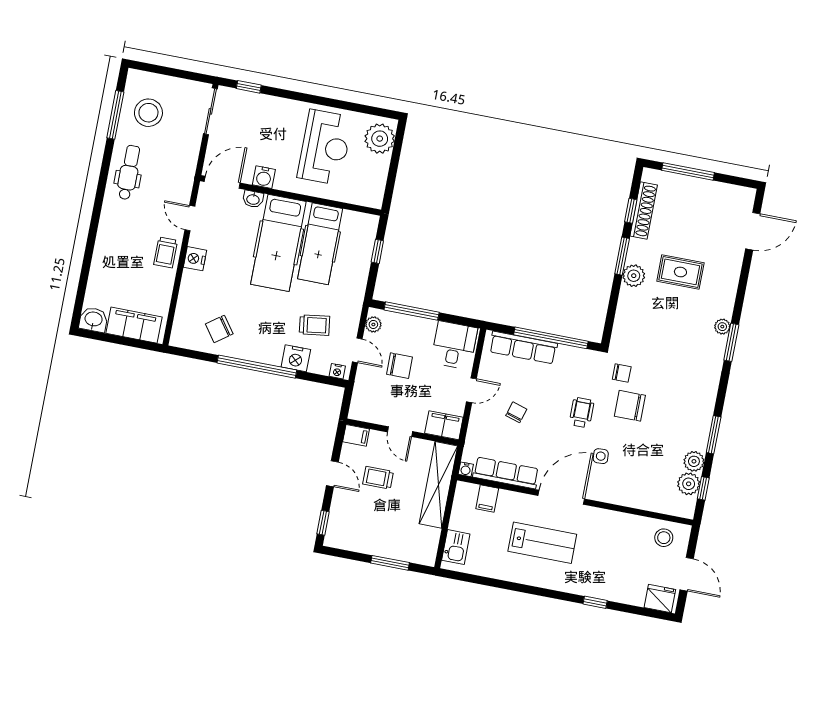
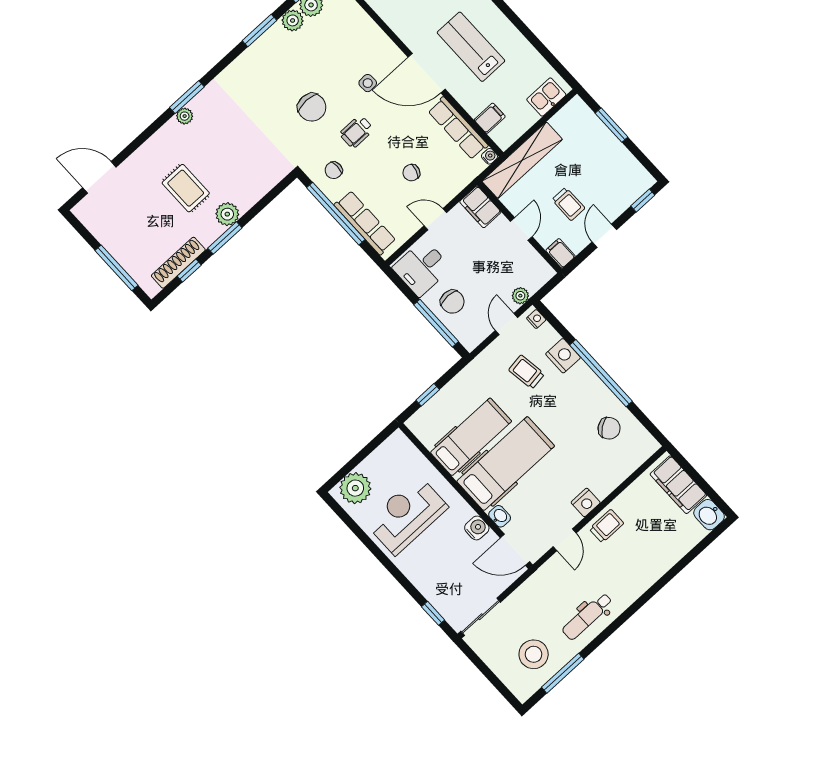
plant: (373, 324) -> (520, 296), moved
chair: (399, 366) -> (452, 302), moved, turned 180
chair: (622, 373) -> (334, 170), moved, turned -90

